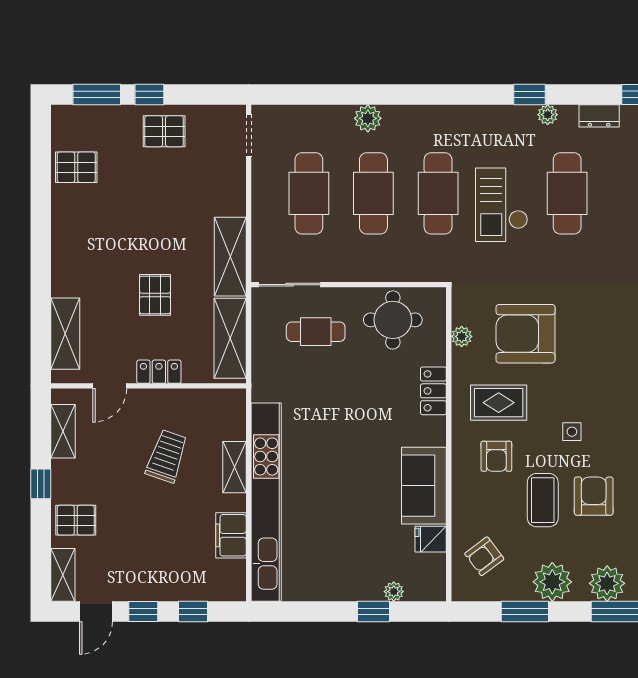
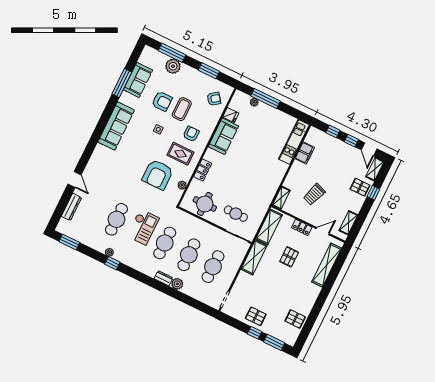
dresser: (599, 116) -> (163, 278), moved
shelving: (65, 334) -> (327, 265), width x1.47
armchair: (526, 334) -> (158, 174), turned 90
shelving: (235, 467) -> (281, 198), moved
window: (41, 484) -> (373, 193), moved
armchair: (594, 496) -> (162, 101), turned -90
kitchen unit: (266, 502) -> (294, 142), width x0.54
plant: (552, 582) -> (193, 77), removed
door: (96, 611) -> (369, 149), swing flipped
window: (373, 611) -> (265, 99), width x2.17

